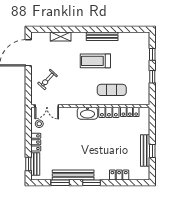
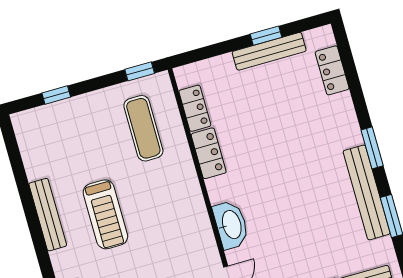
window: (152, 77) -> (140, 71), moved
exercise mat: (112, 90) -> (143, 128), moved
washbasin: (87, 113) -> (231, 225), moved
locker: (119, 175) -> (332, 70), moved

